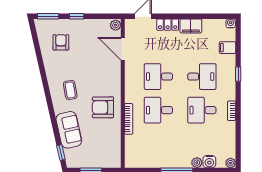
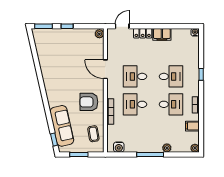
armchair: (61, 42) -> (54, 48), removed
filing cabinet: (228, 48) -> (192, 126), moved
door: (123, 49) -> (105, 69), moved
coffee table: (70, 90) -> (93, 134), moved
desk: (202, 110) -> (171, 104), turned 180
sofa: (69, 130) -> (62, 126), width x1.36
water cooler: (209, 162) -> (119, 147), moved

